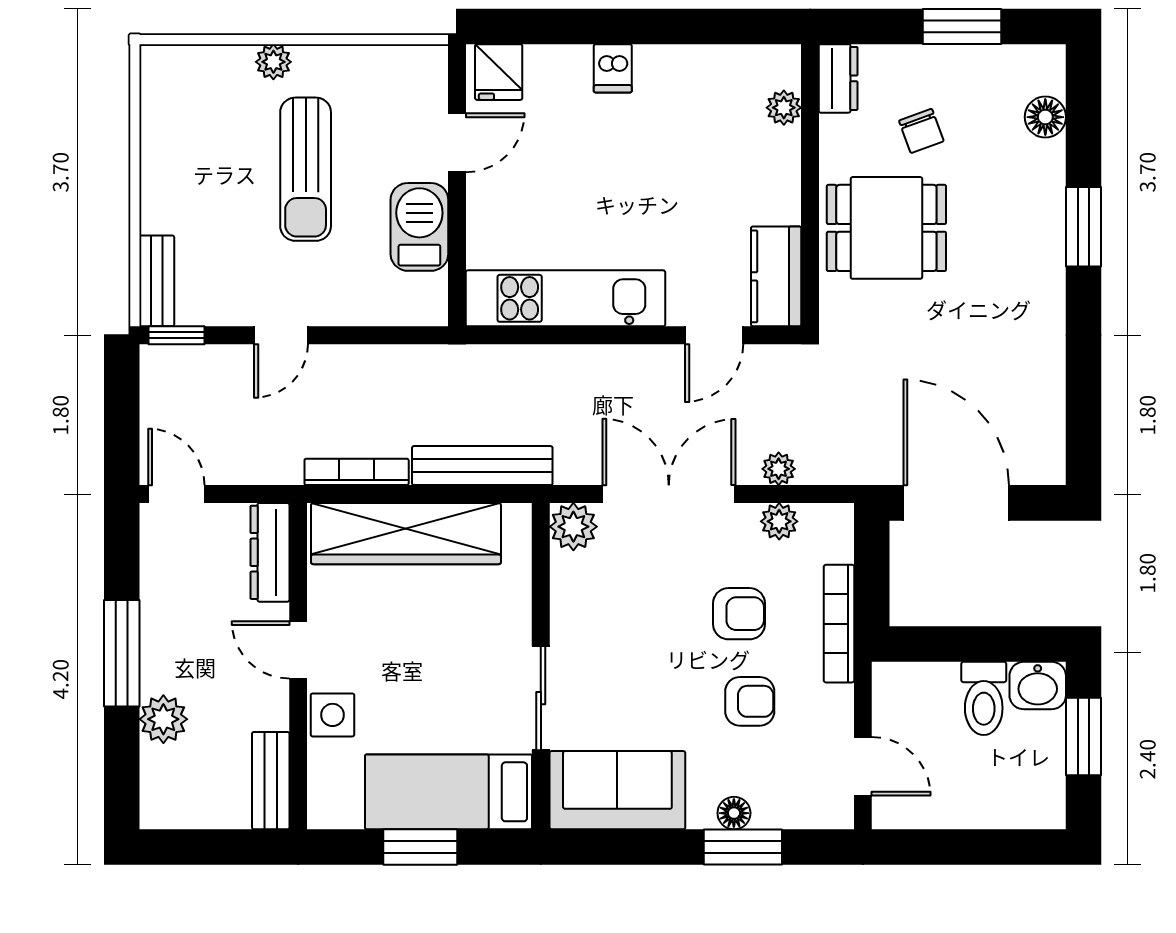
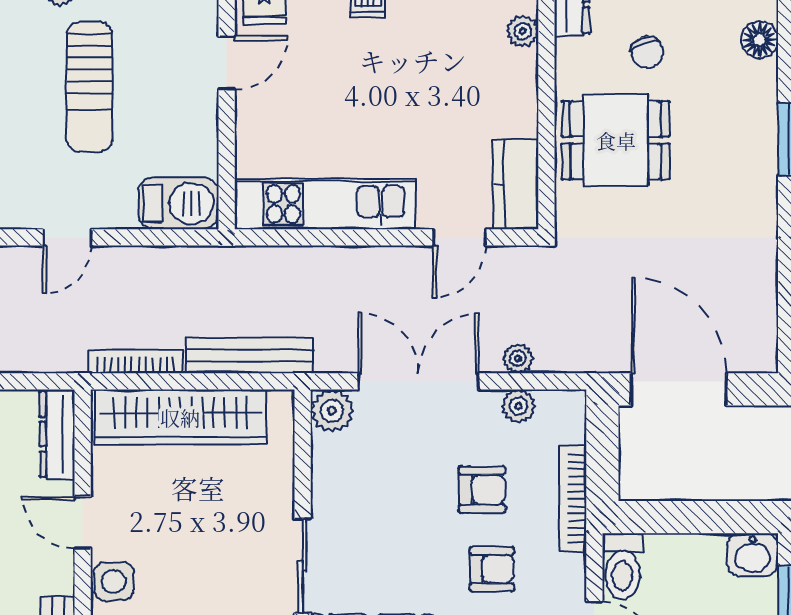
barbecue: (419, 227) -> (179, 203), moved, turned 90
toilet: (984, 698) -> (622, 566), moved

